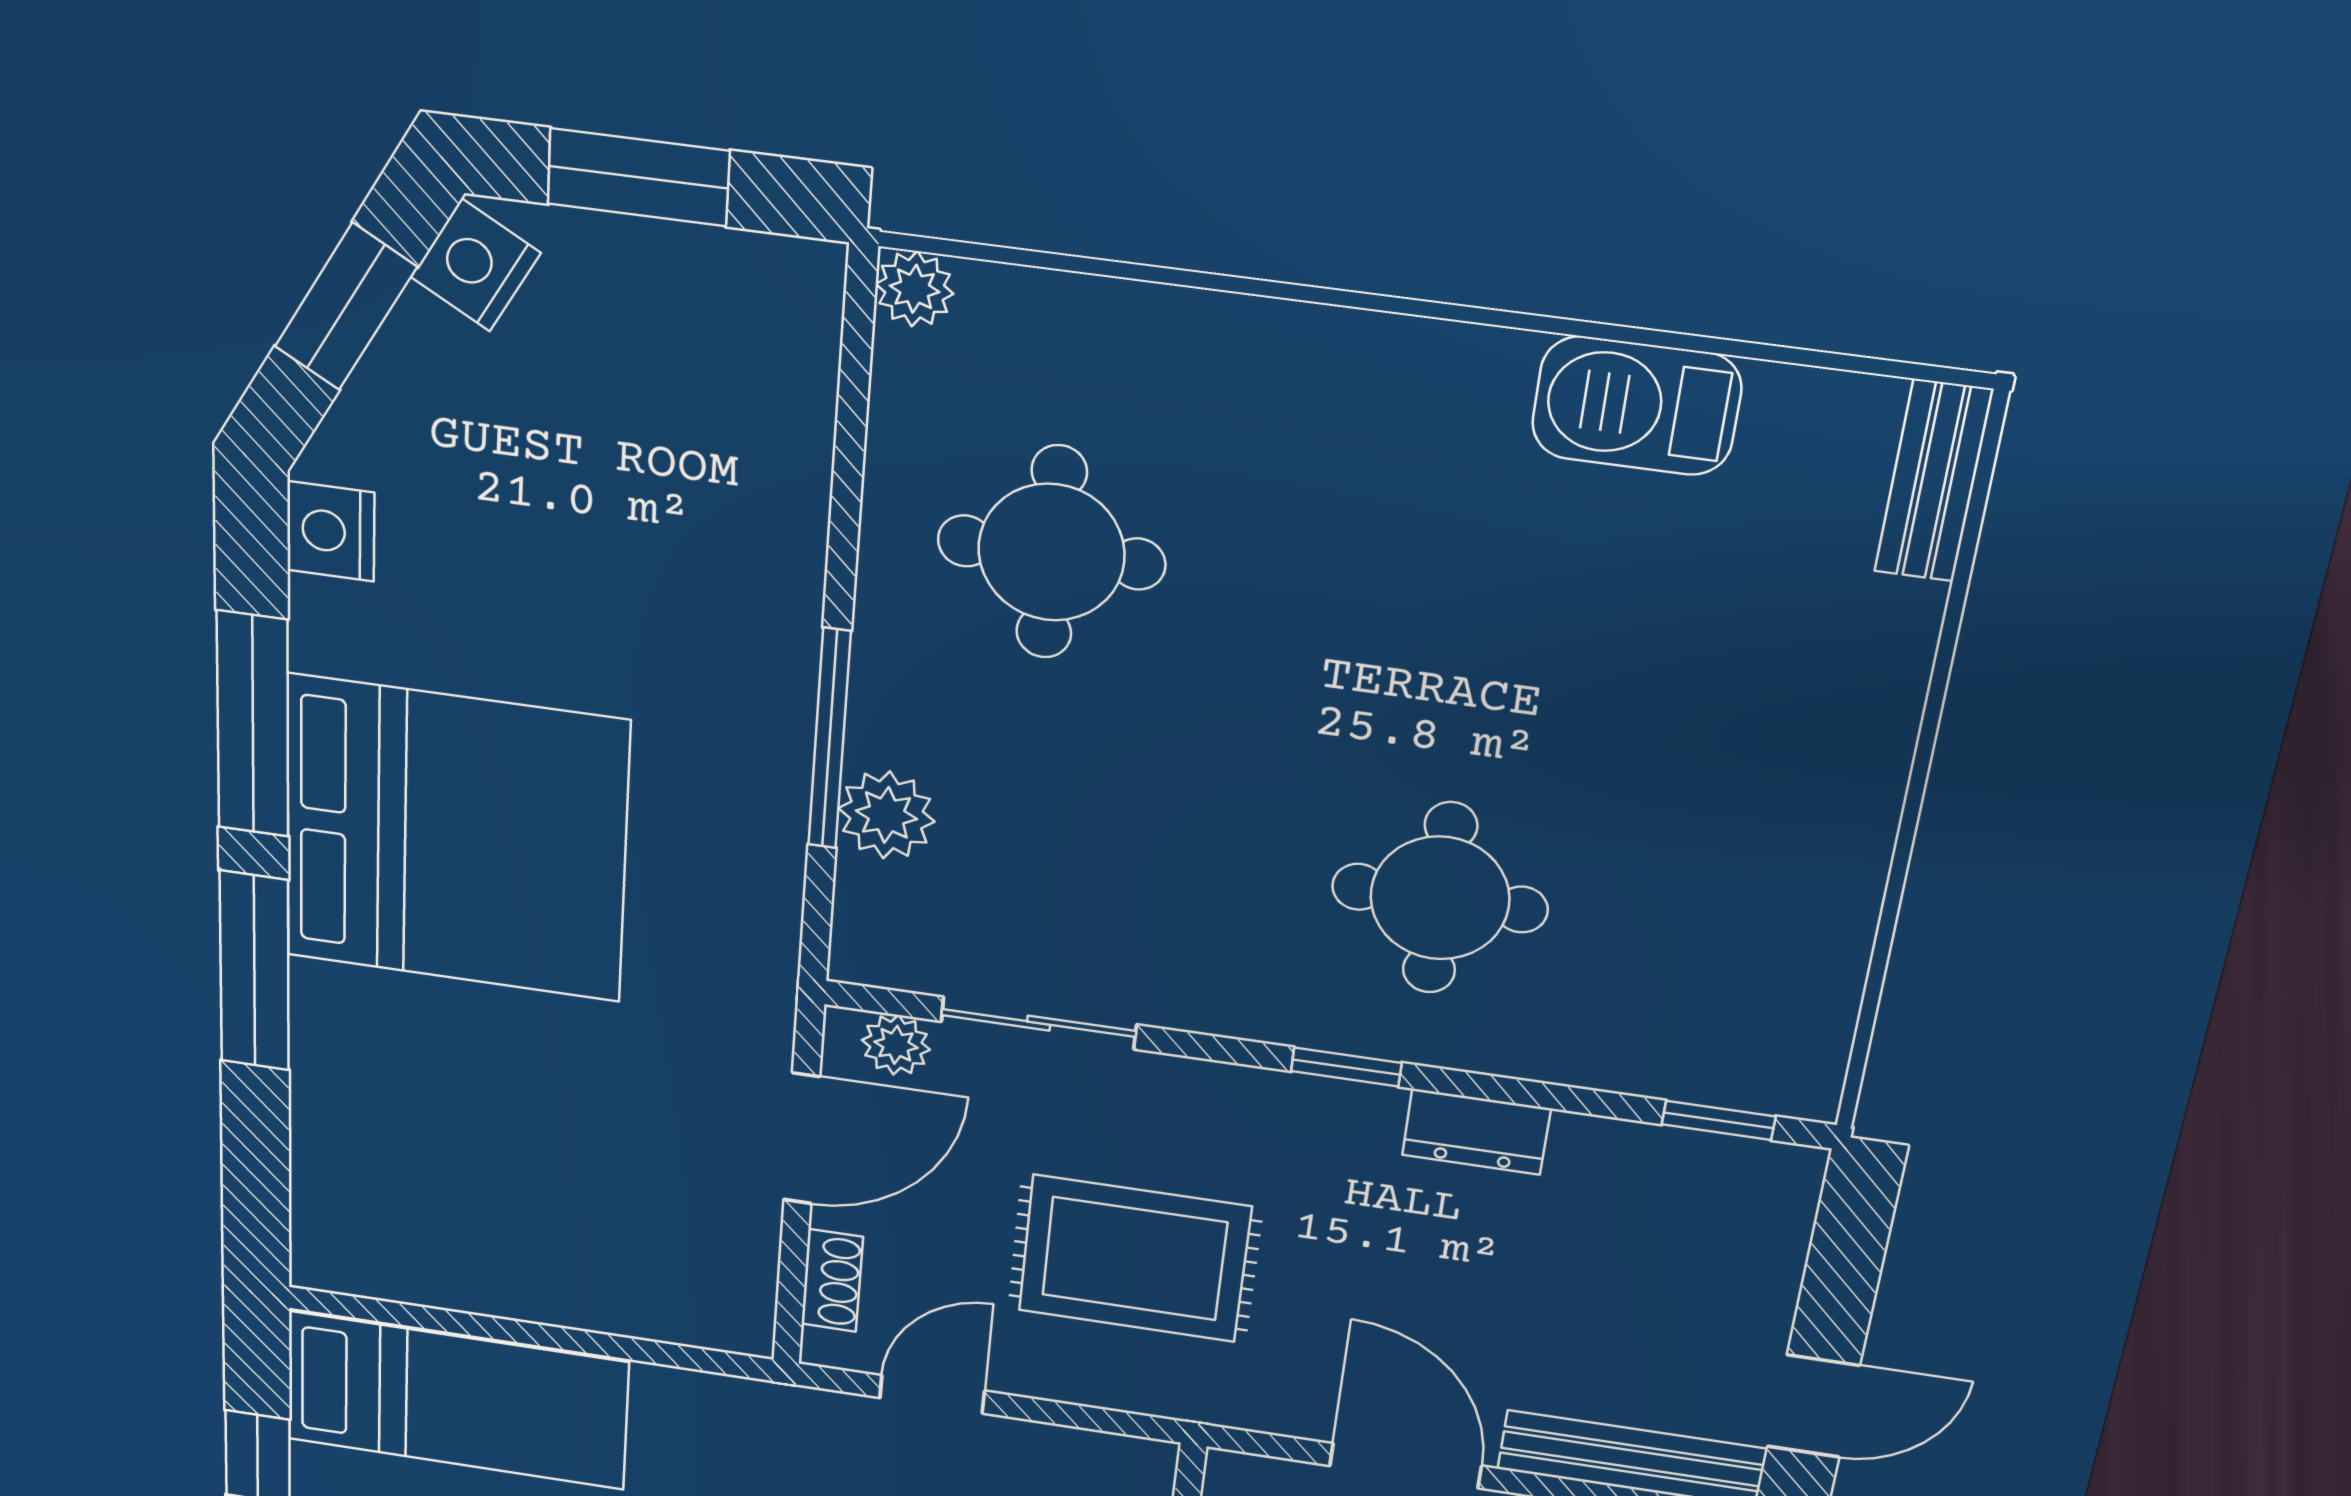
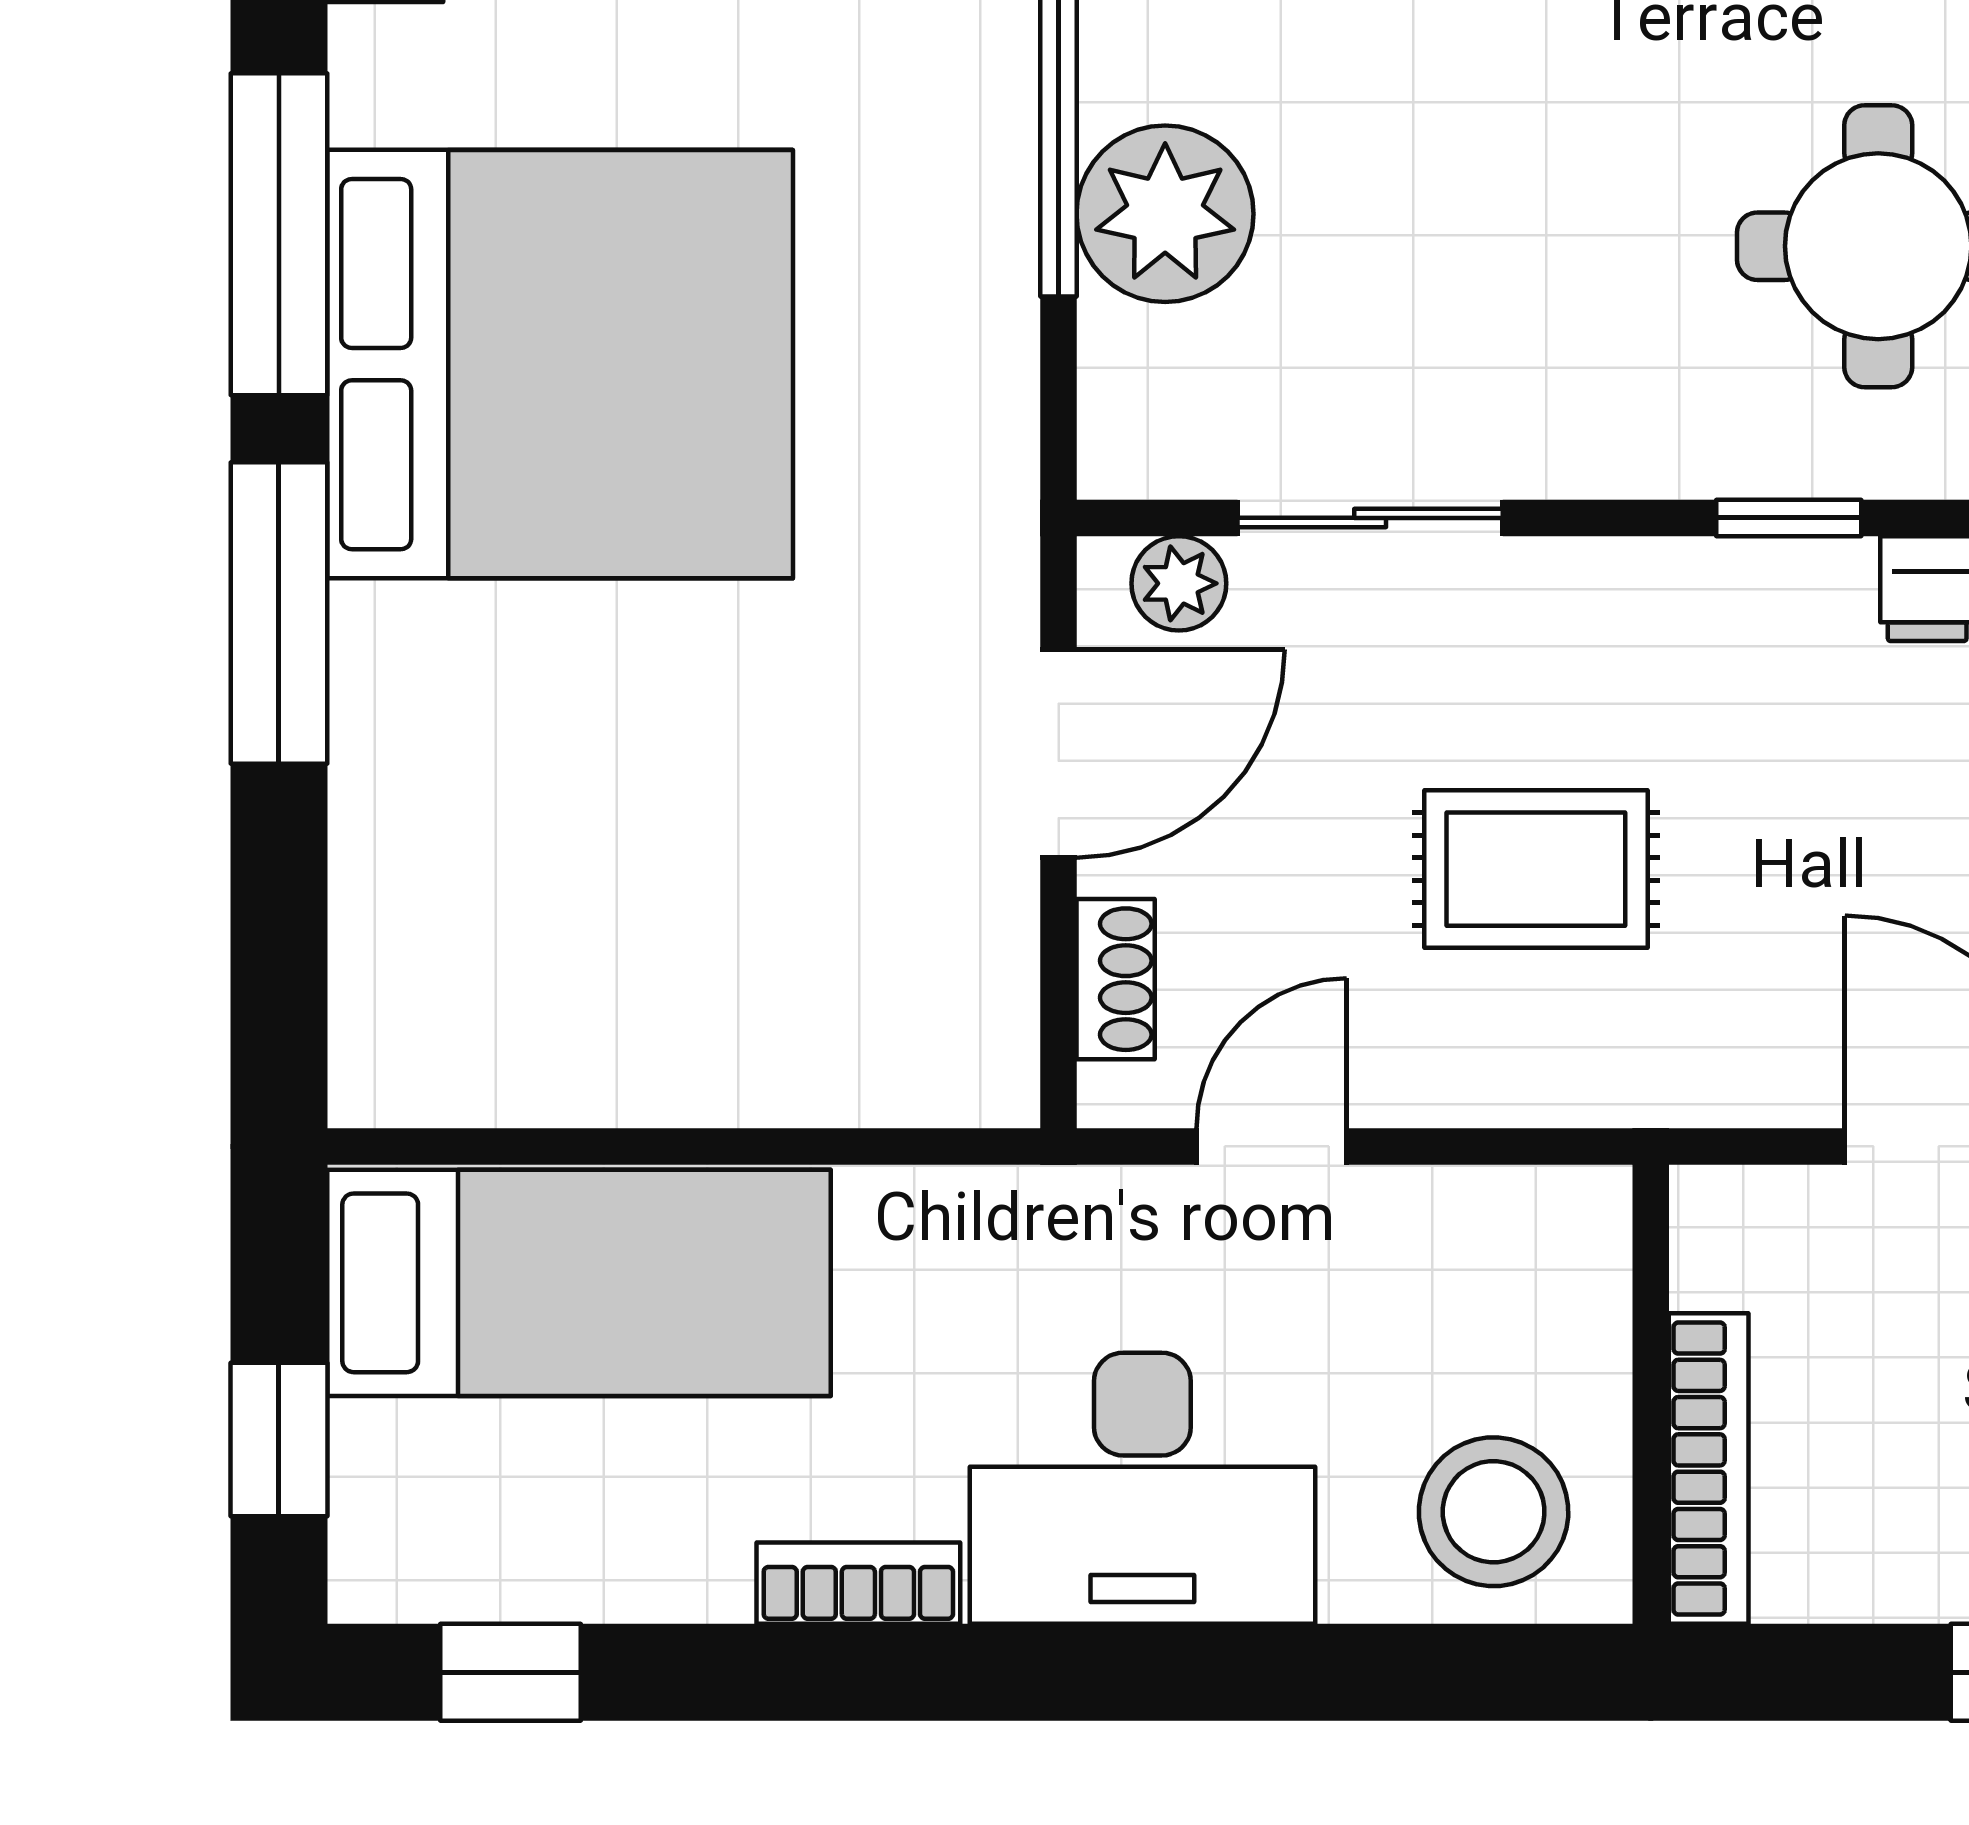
plant: (886, 815) -> (1165, 214), width x1.36, depth x1.36
rug: (1134, 1259) -> (1536, 869), width x0.73, depth x0.70

